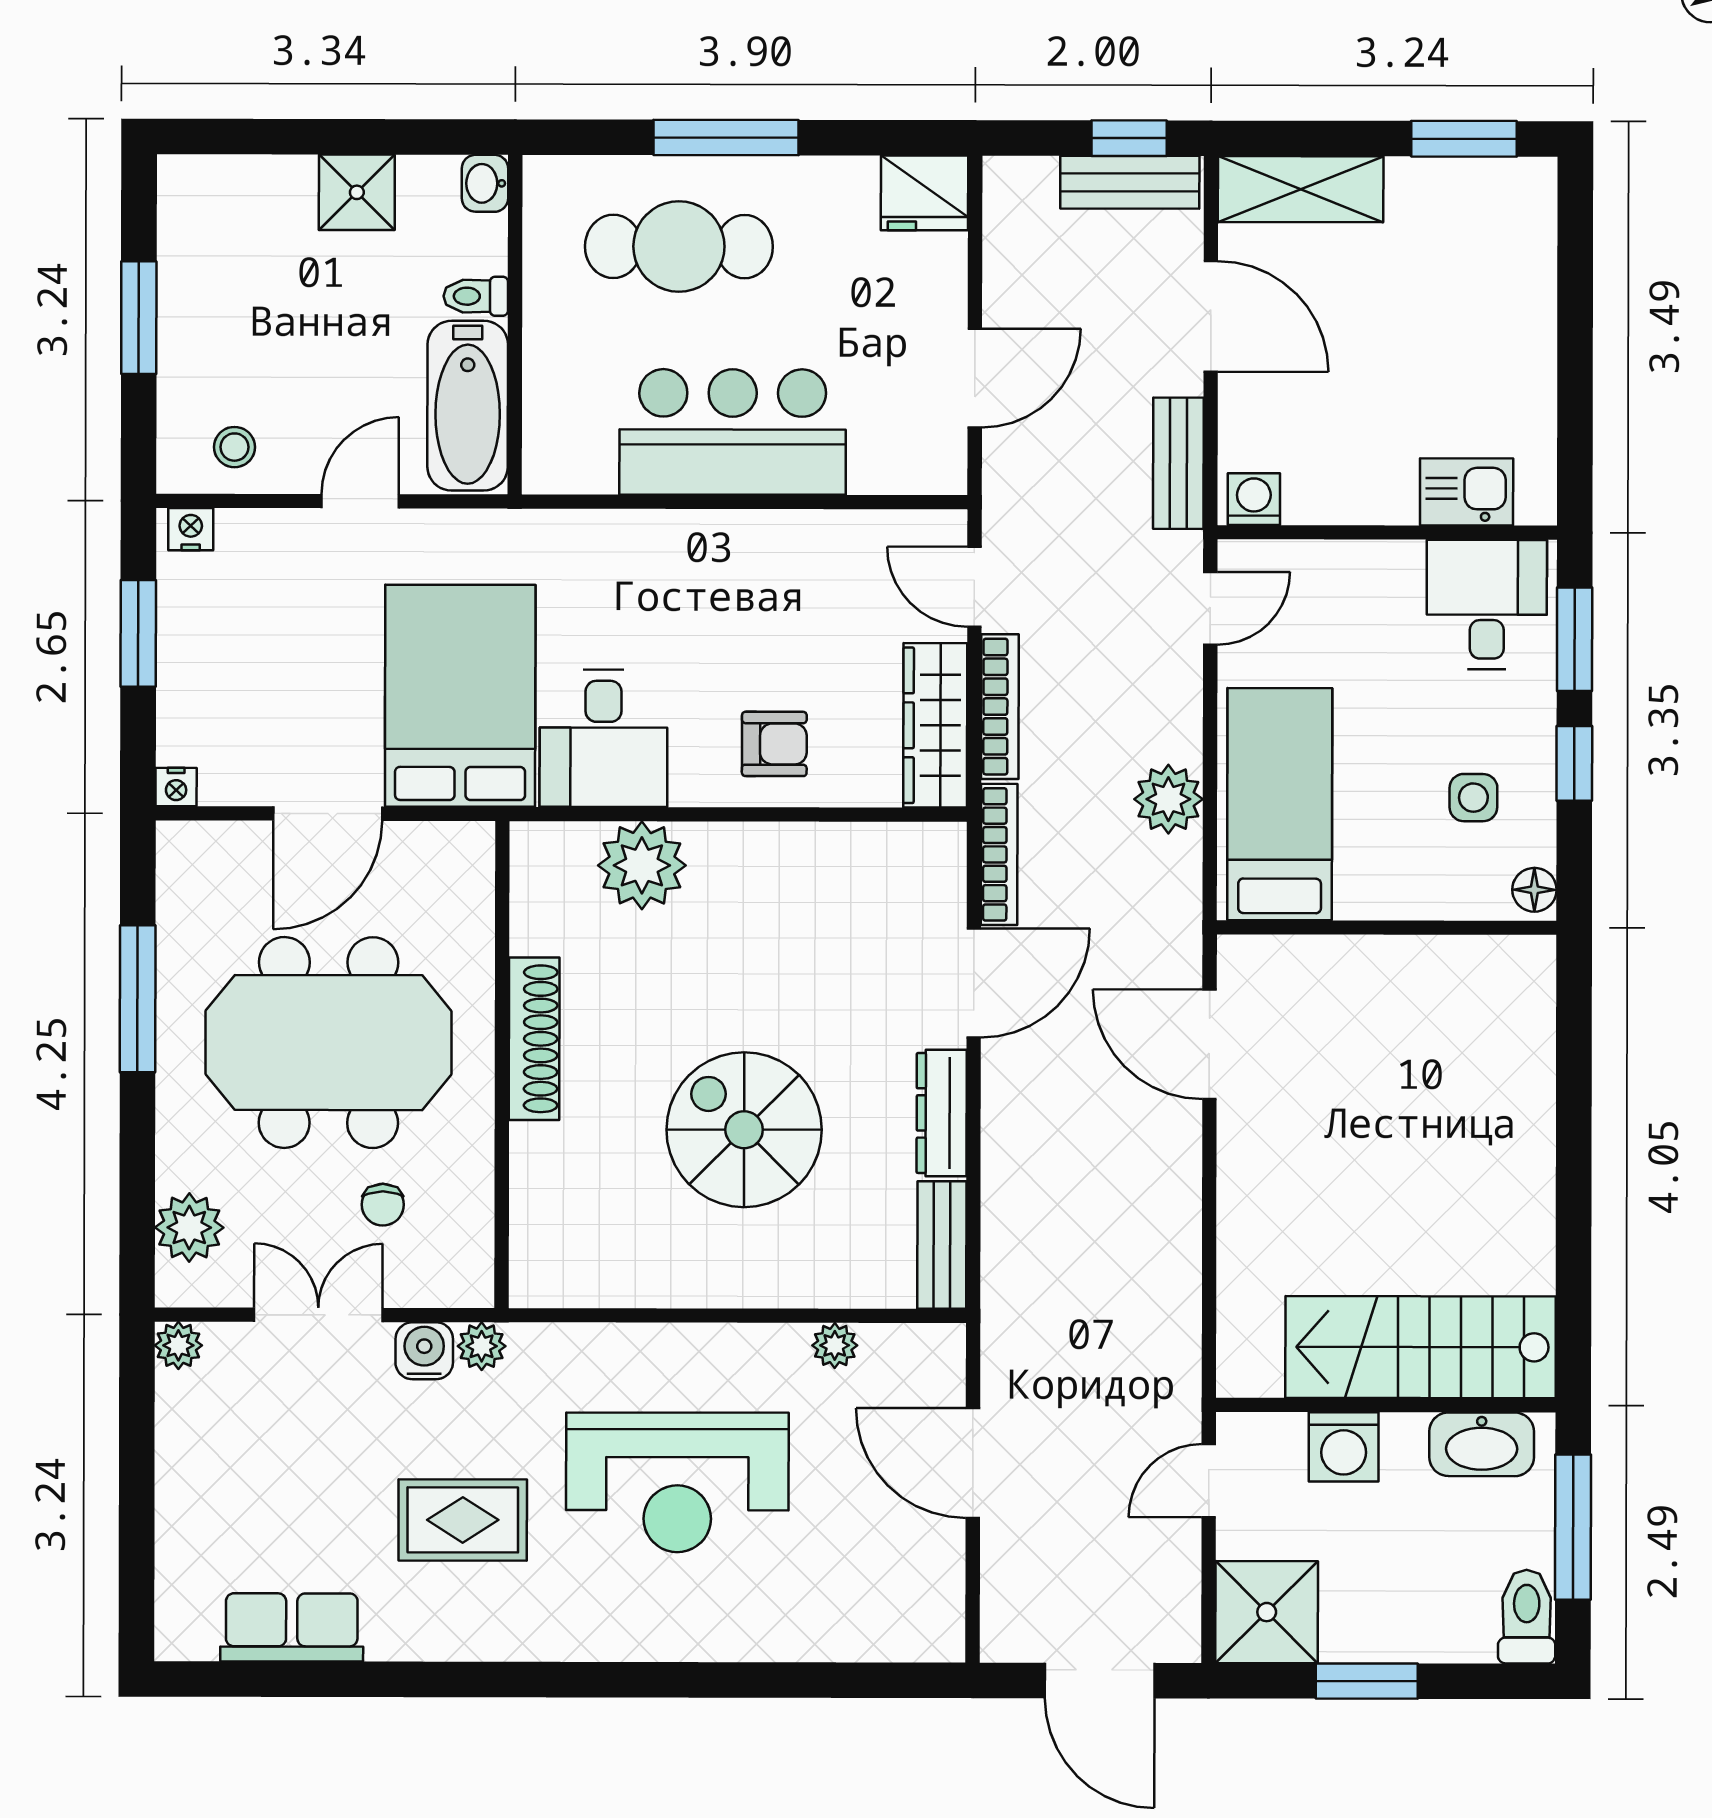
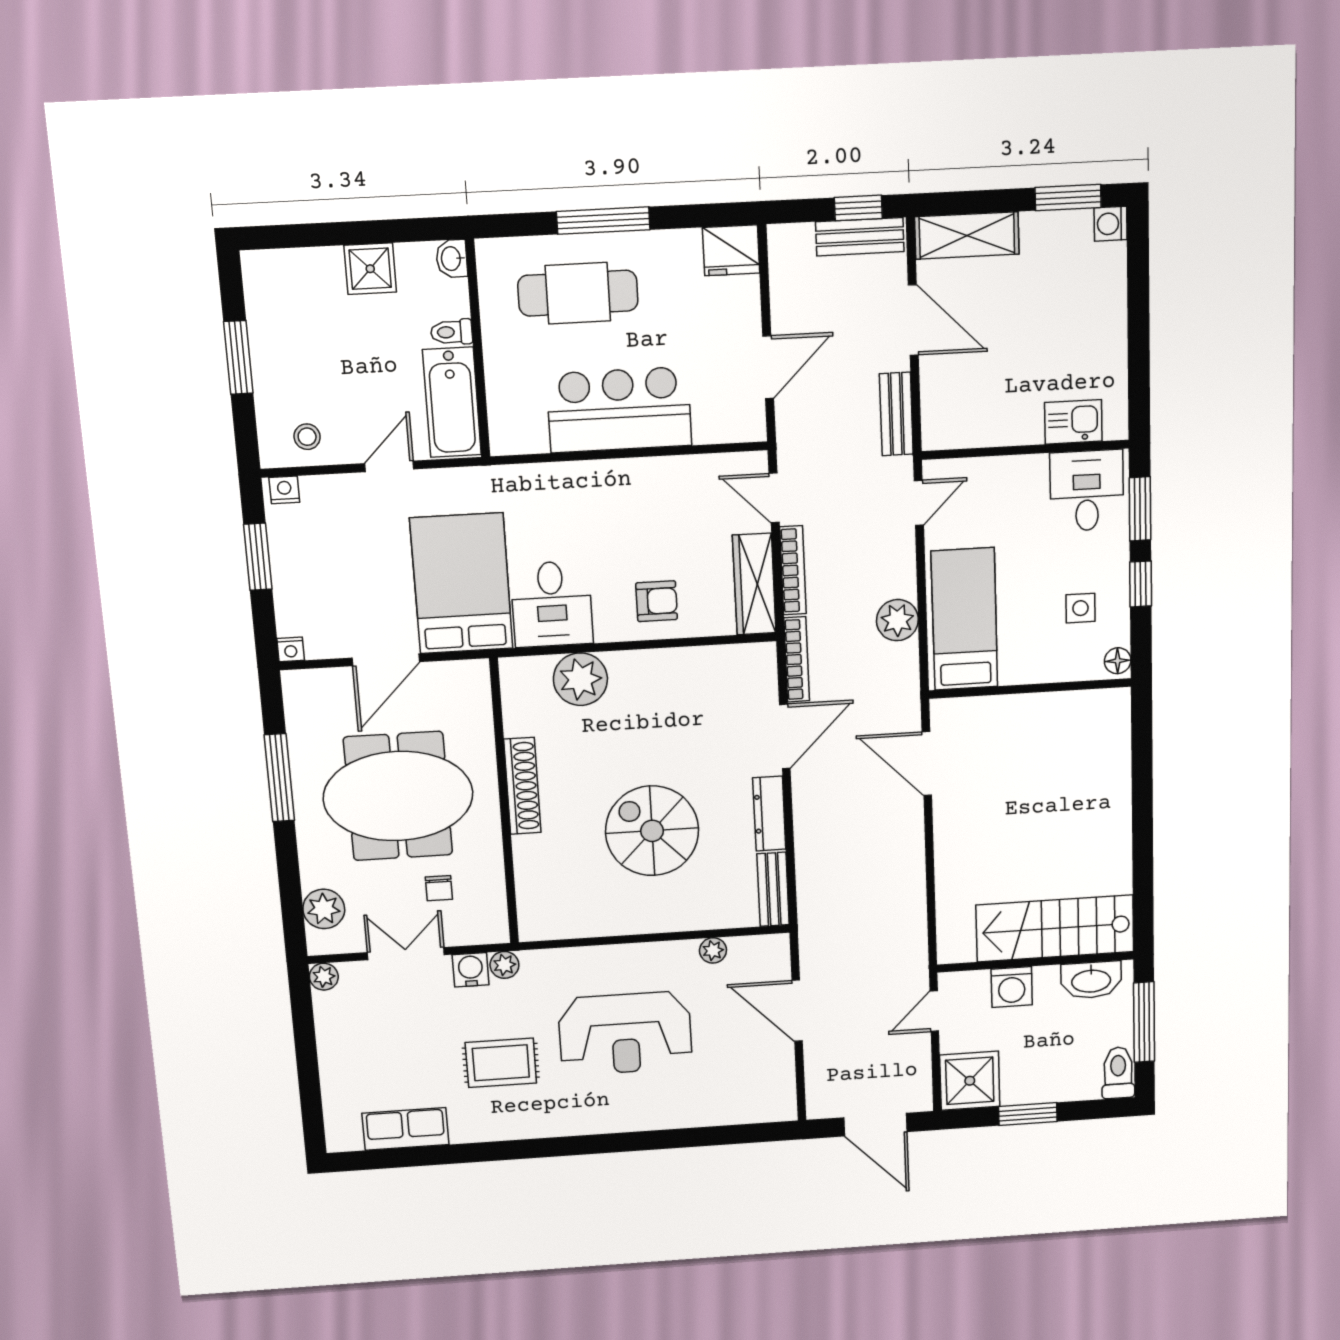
washing machine: (1254, 499) -> (1111, 224), moved, turned -90

